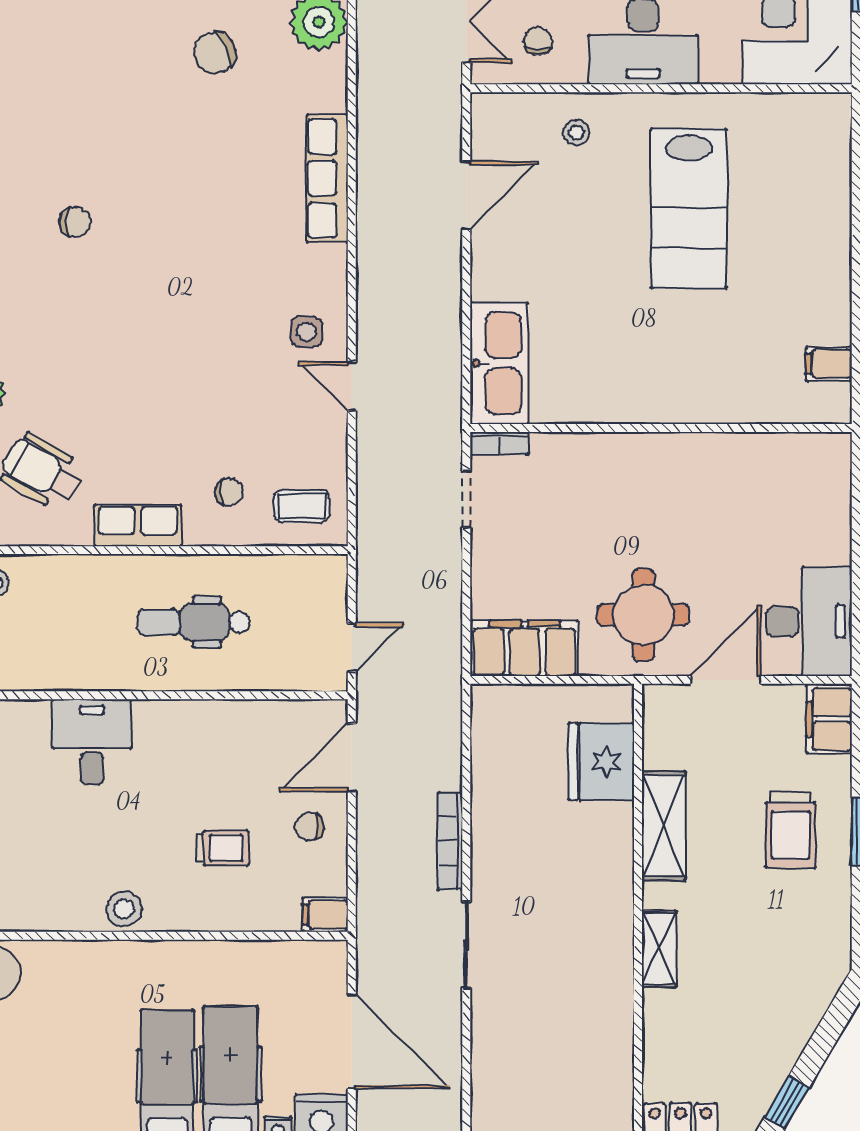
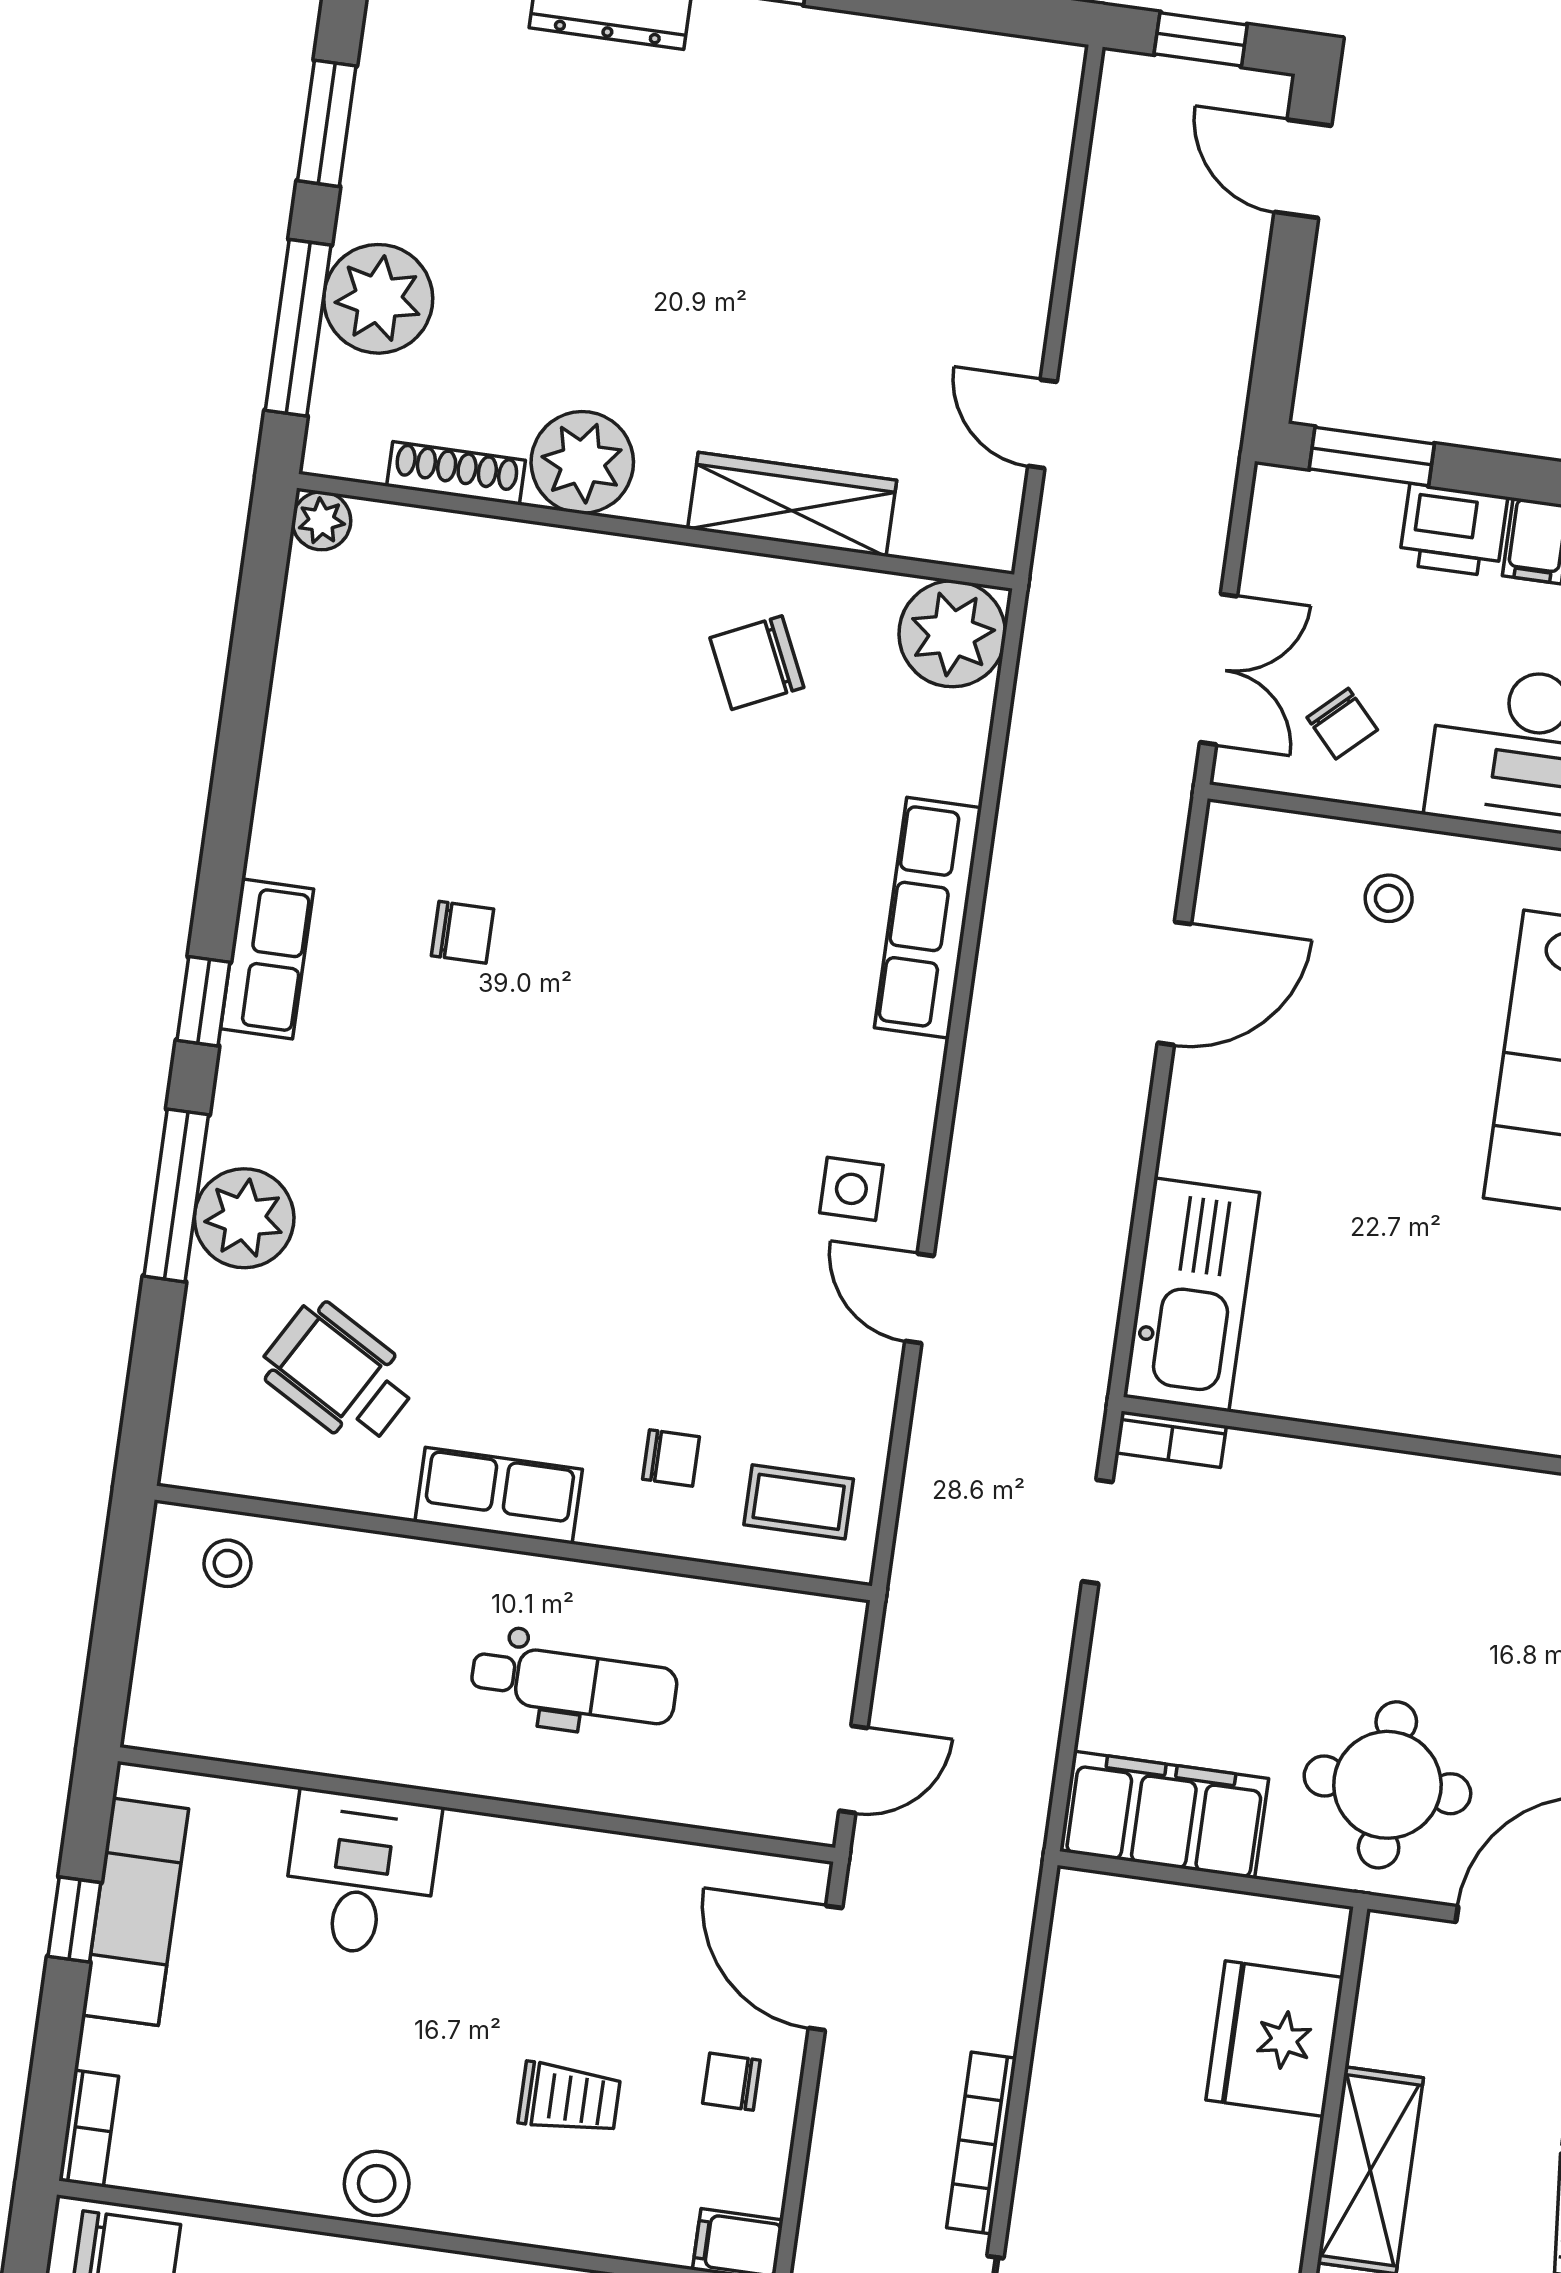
chair: (538, 41) -> (1342, 724), turned 137
dental chair: (193, 622) -> (574, 1684), turned 180
door: (352, 758) -> (825, 1968), hinge flipped

